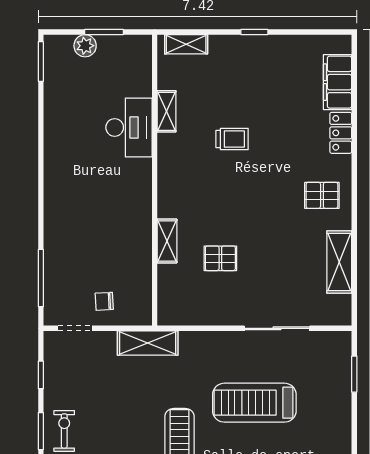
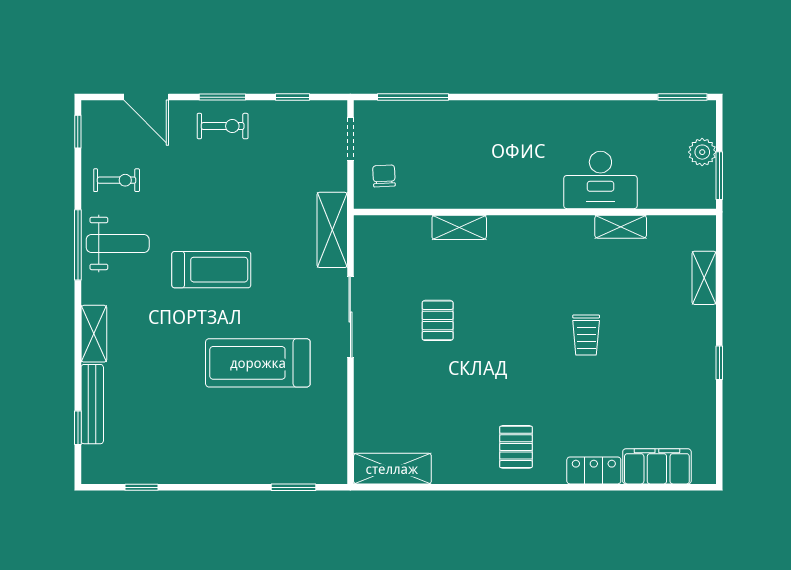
shelving: (167, 111) -> (621, 227), moved
desk: (129, 127) -> (600, 180), moved
wall: (155, 180) -> (535, 212), moved
shelving: (167, 241) -> (459, 227), moved
shelving: (339, 262) -> (392, 469), moved
sliding door: (277, 328) -> (350, 317), moved
treadmill: (254, 403) -> (258, 363), turned -90

